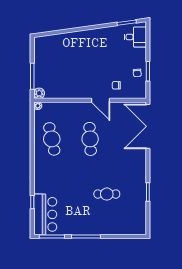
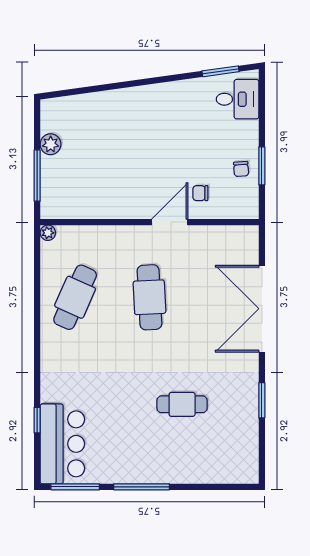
plant: (39, 93) -> (51, 144), moved
door: (101, 100) -> (170, 222), swing flipped
double door: (148, 126) -> (262, 309), moved
cafe table: (52, 139) -> (75, 297), turned 36

